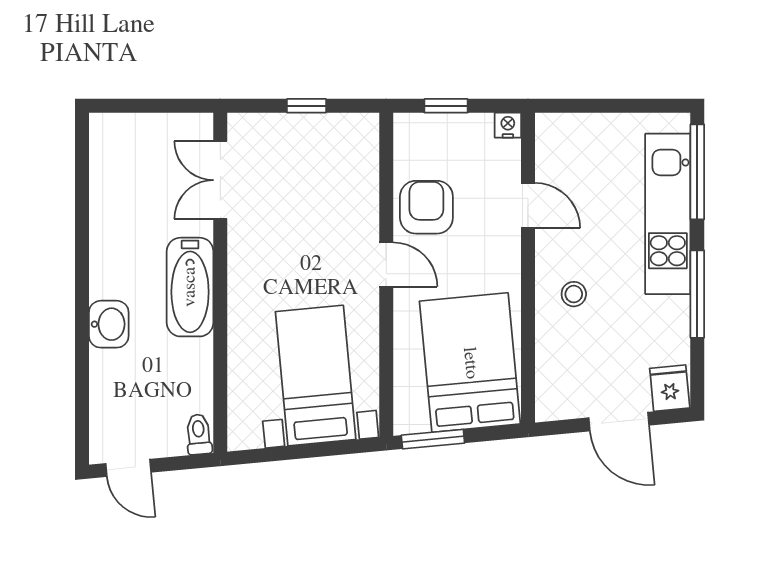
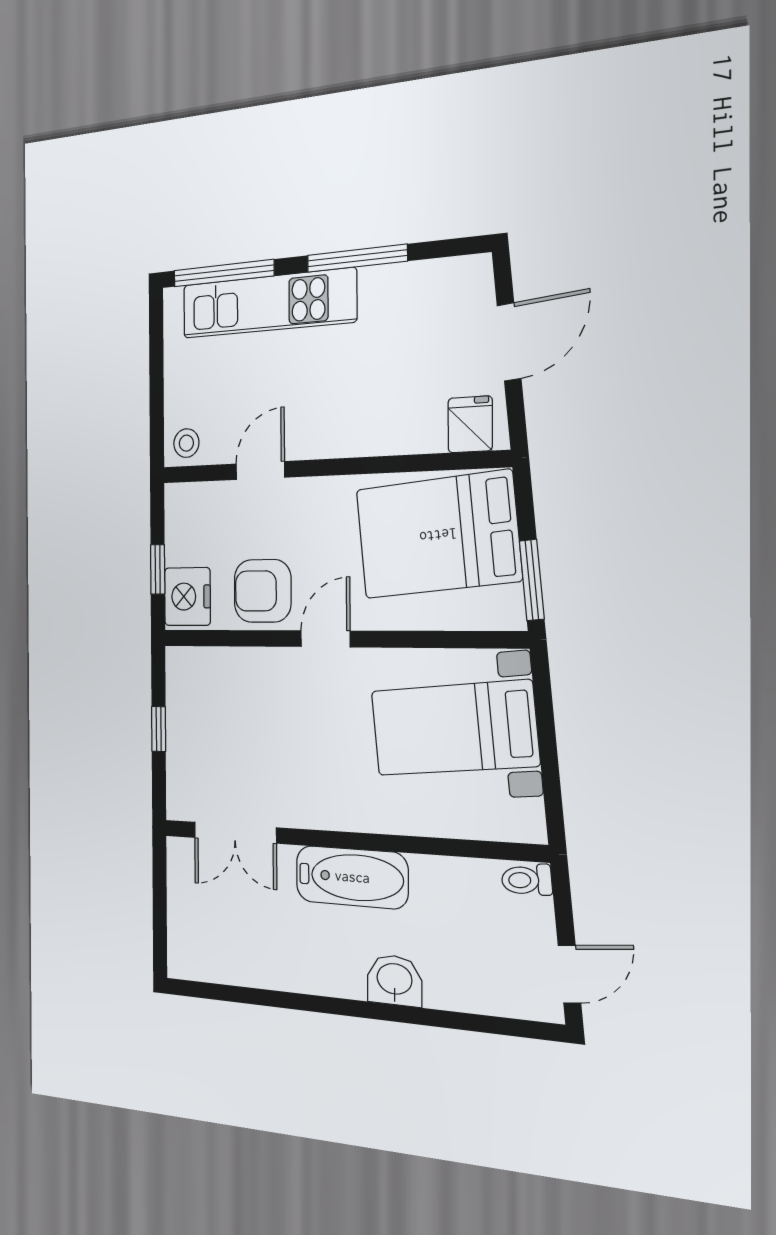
nightstand: (508, 125) -> (187, 597), moved, width x1.89, depth x1.79
stool: (574, 294) -> (186, 443), moved
fridge: (670, 388) -> (470, 424), moved, turned 95

